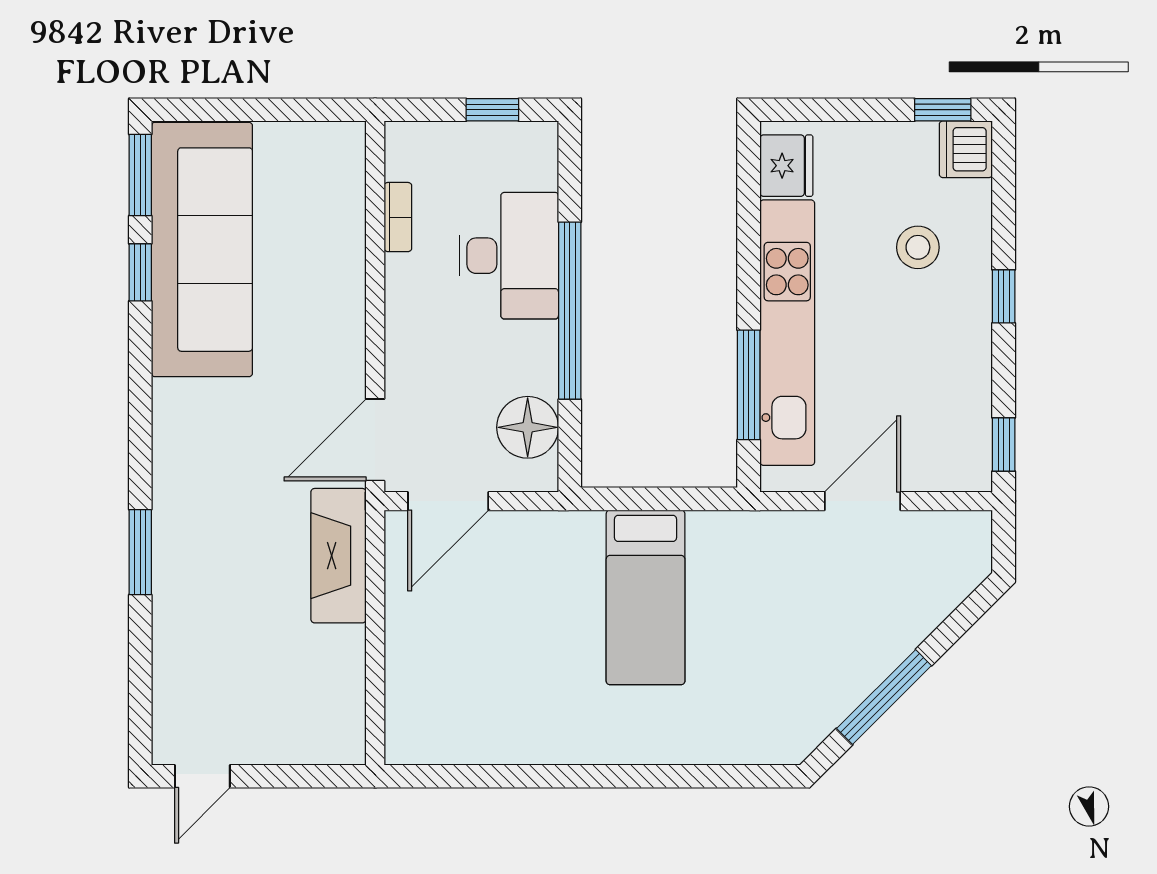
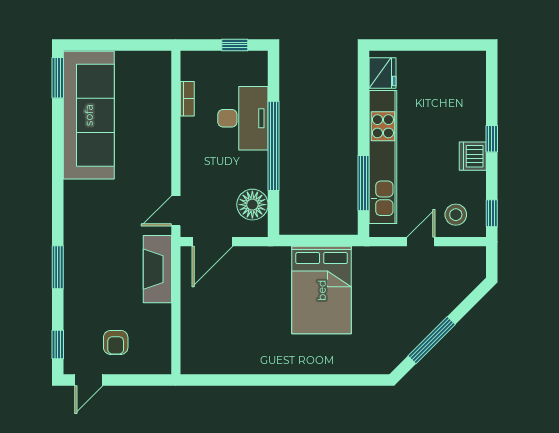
window: (943, 110) -> (461, 45), removed
dishwasher: (966, 149) -> (473, 156), moved
stool: (918, 247) -> (456, 215), moved
window: (140, 272) -> (58, 345), moved
door: (375, 440) -> (176, 211), width x0.73
door: (863, 501) -> (421, 242), width x0.73
bed: (646, 597) -> (322, 290), width x1.50
armchair: (256, 702) -> (116, 342), added

